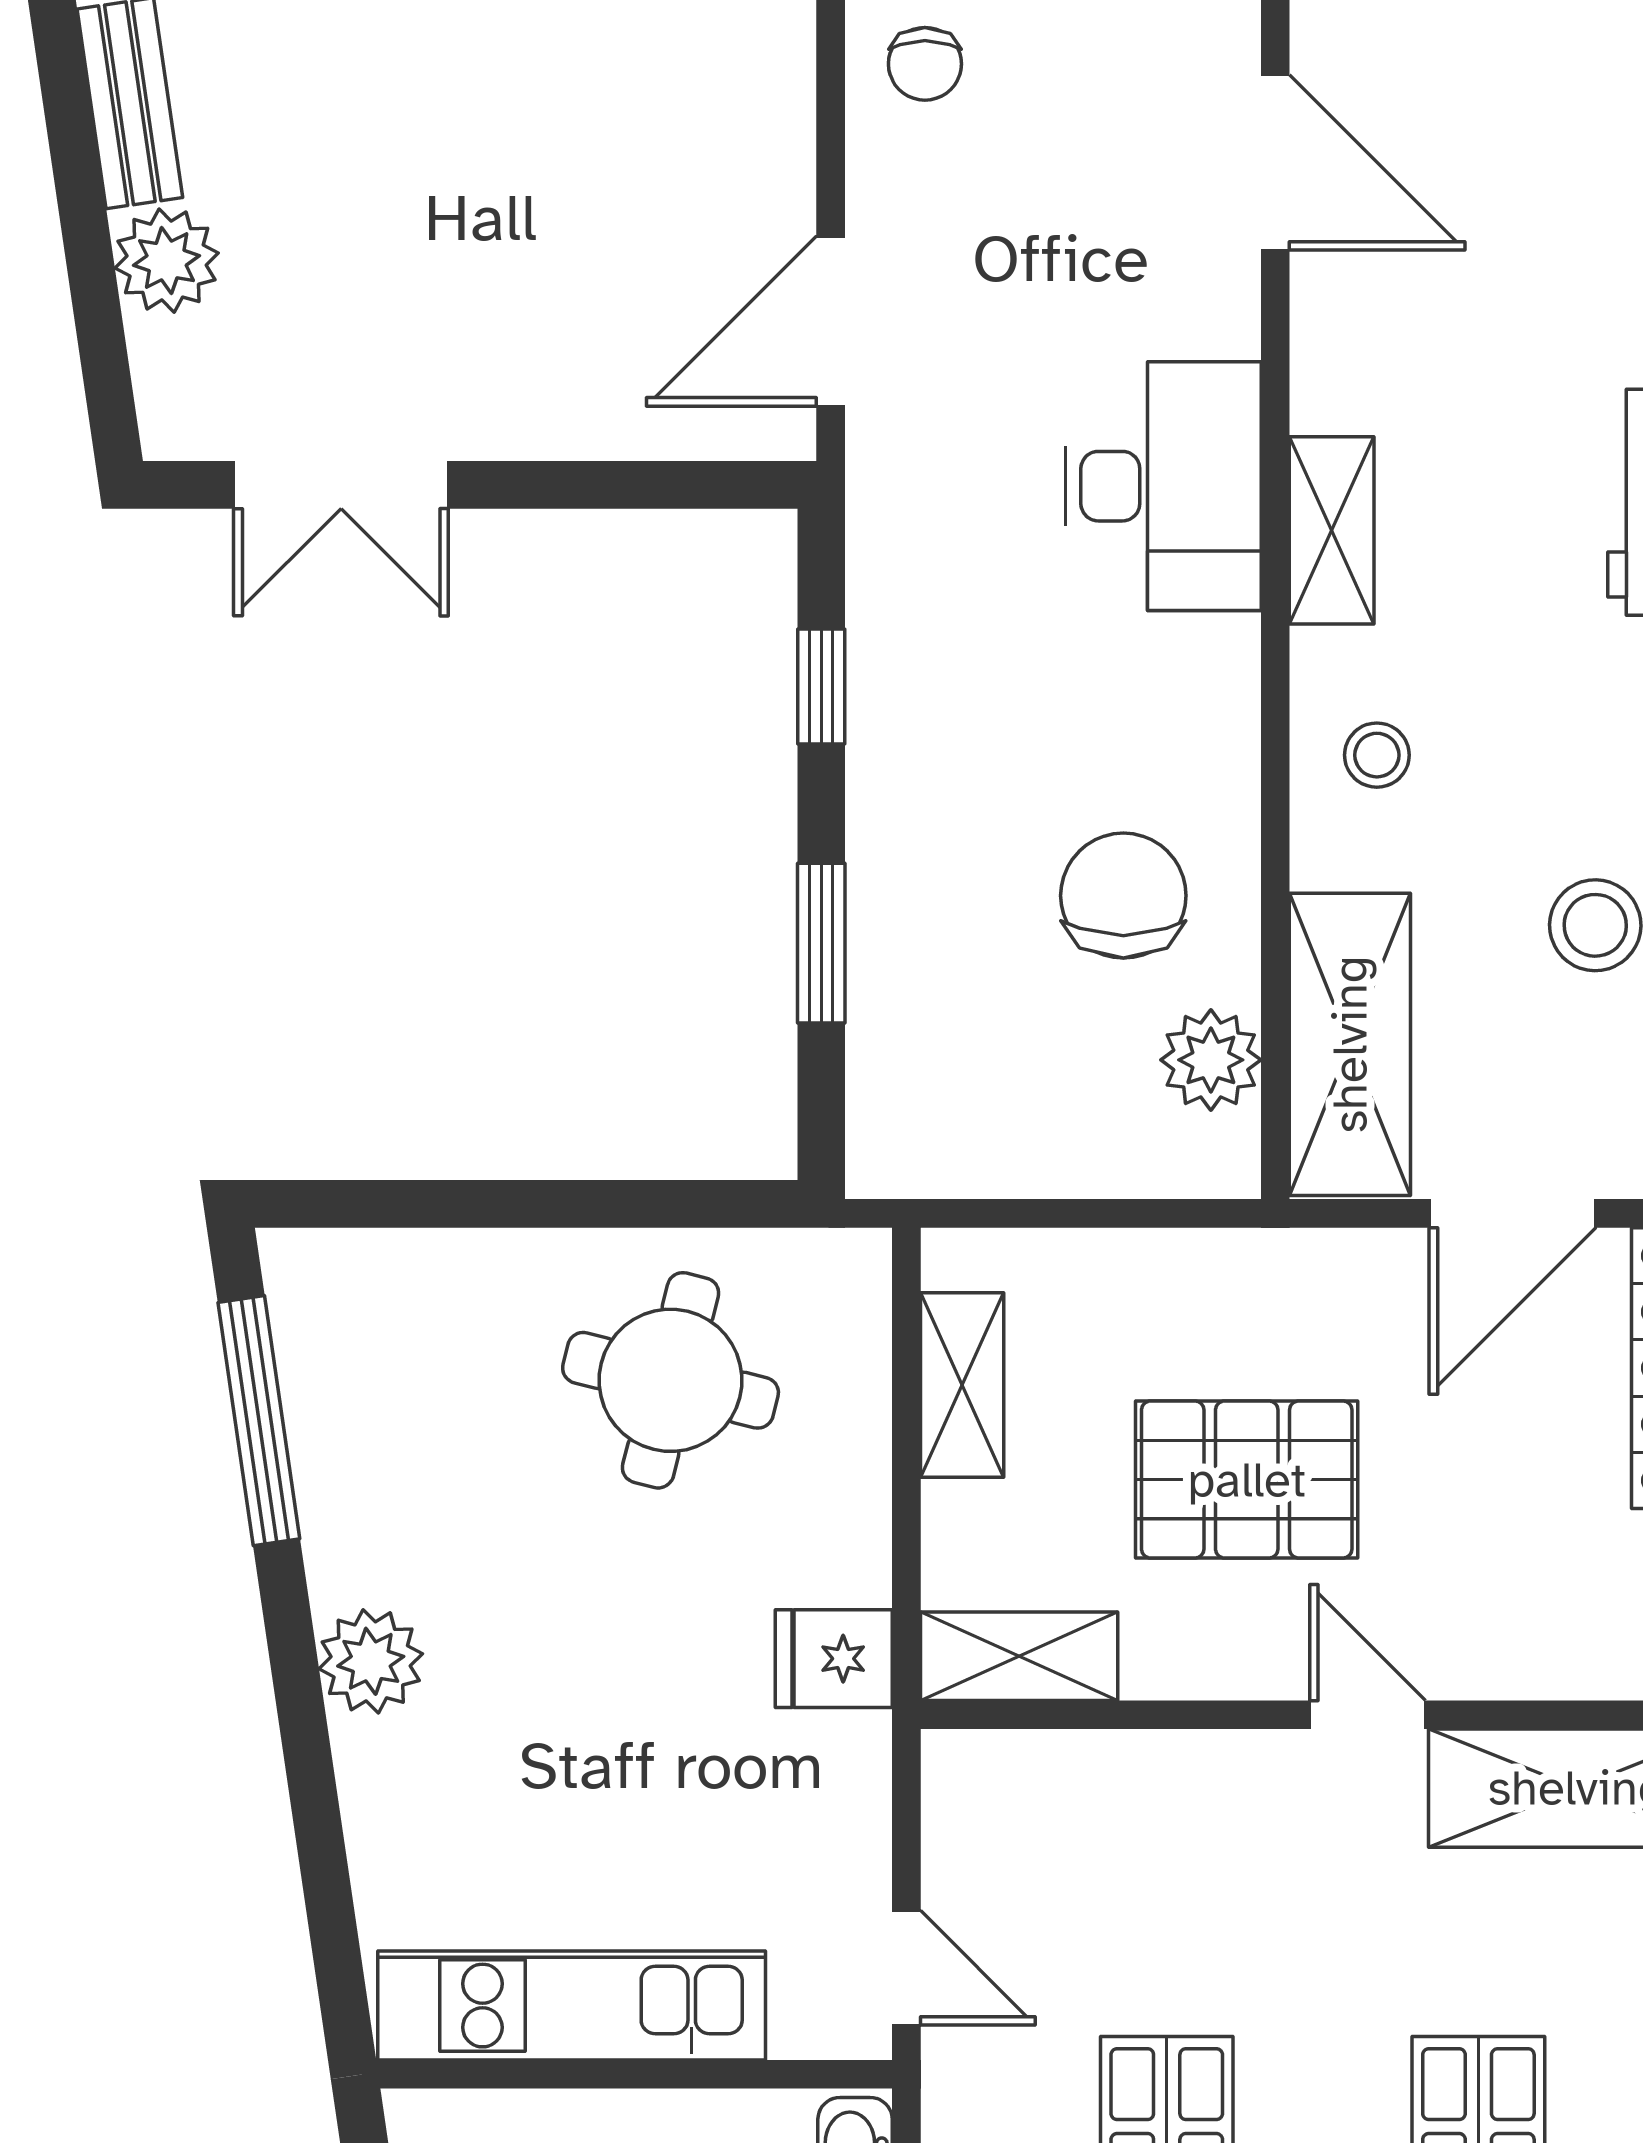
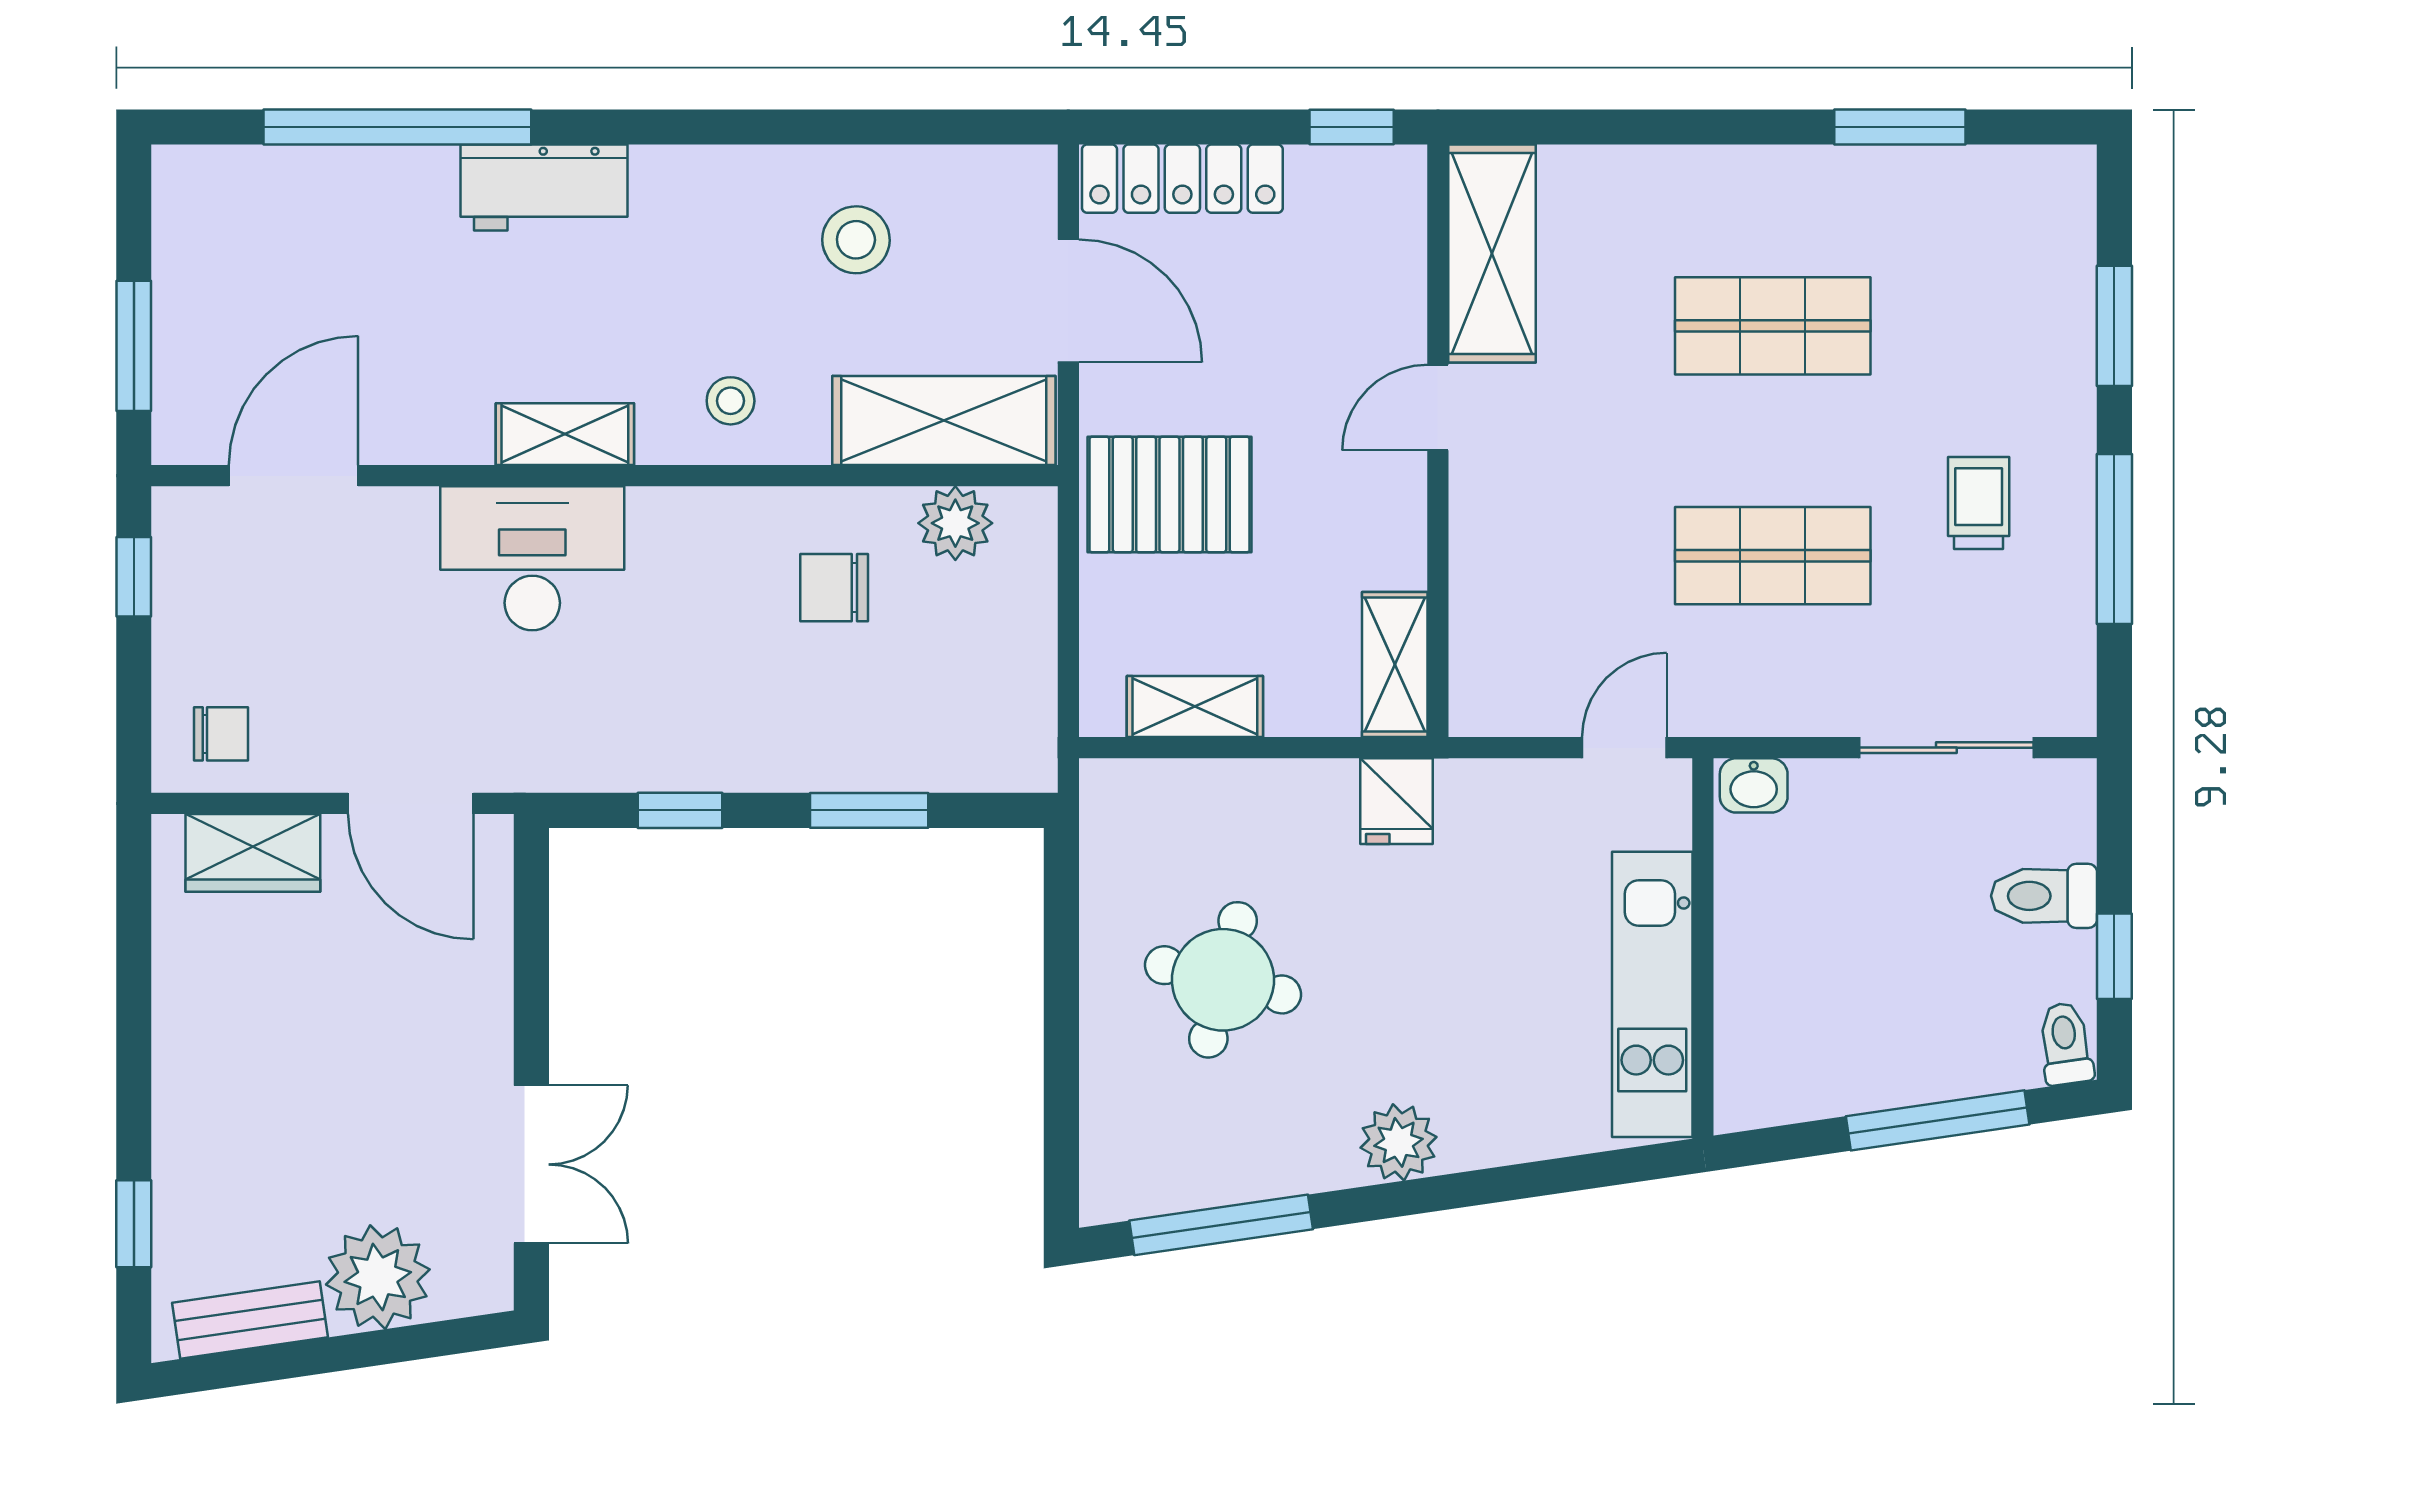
wardrobe: (763, 107) -> (253, 853), added
plant: (167, 261) -> (378, 1277), width x1.36, depth x1.36
chair: (1123, 896) -> (834, 588), width x0.73, depth x0.73
round table: (671, 1380) -> (1223, 980), moved
pallet: (1247, 1480) -> (1169, 494), moved, turned 90

